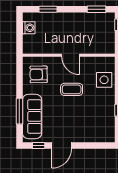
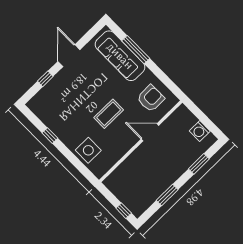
window: (97, 9) -> (167, 195), moved
door: (71, 55) -> (150, 132), moved
window: (39, 146) -> (45, 79), moved

